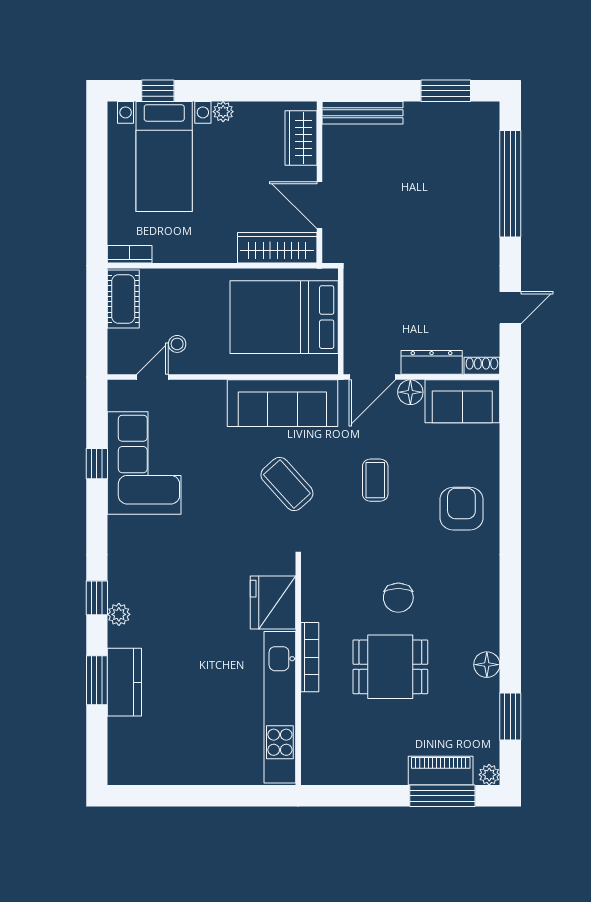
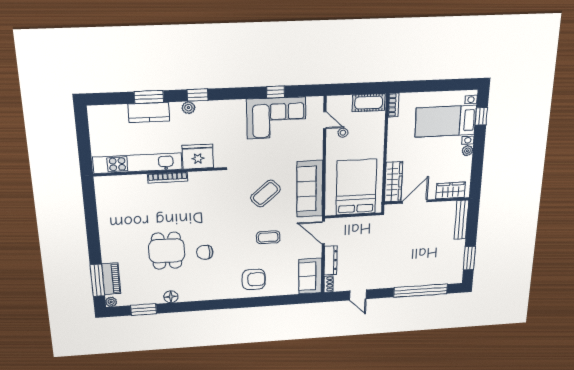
floor lamp: (410, 392) -> (315, 251), removed
fridge: (273, 603) -> (198, 157), moved
bookcase: (310, 657) -> (168, 178), moved
wall: (298, 671) -> (159, 172), moved
kitchen unit: (280, 707) -> (138, 163), moved

